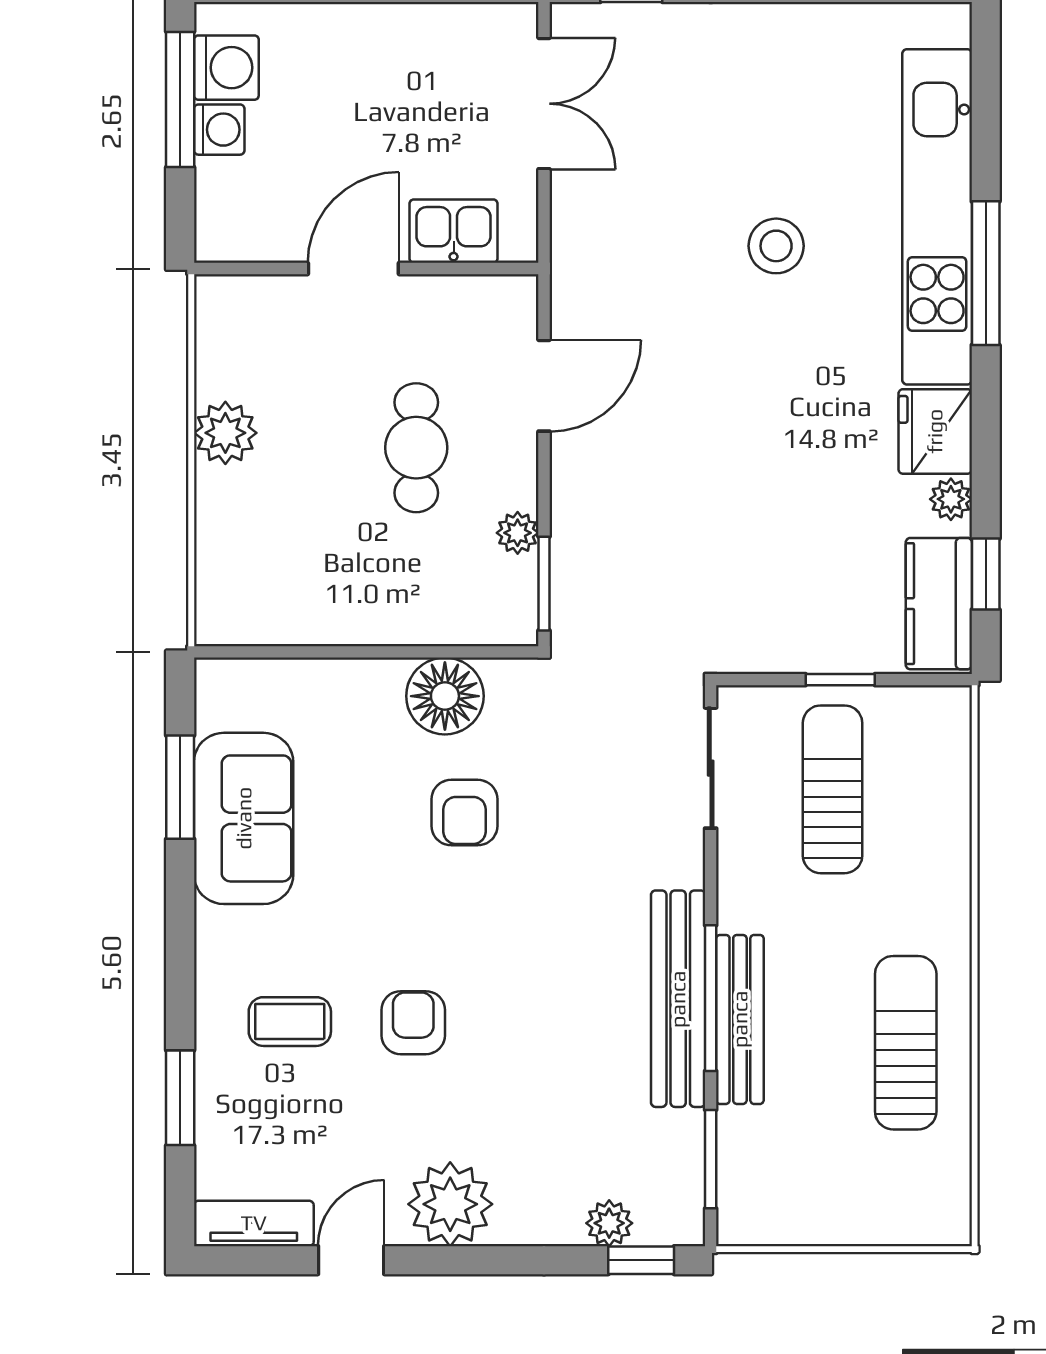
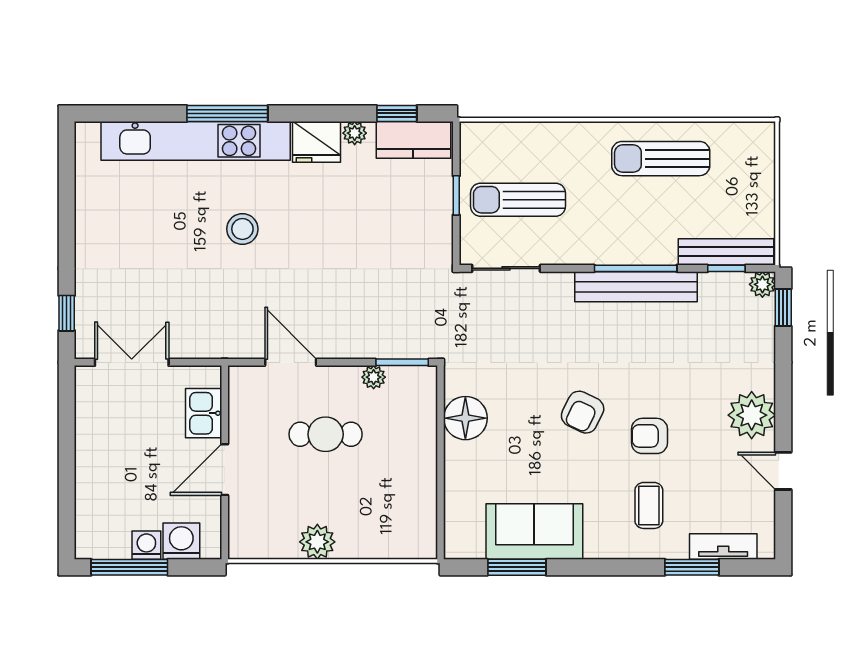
washing machine: (226, 68) -> (181, 541), moved
stool: (776, 246) -> (242, 229), moved
door: (353, 269) -> (225, 470), hinge flipped
armchair: (464, 813) -> (583, 412), moved, turned 116
bench: (740, 1019) -> (726, 252), moved
window: (711, 1159) -> (726, 268), width x0.67
tv unit: (254, 1223) -> (723, 547), moved, turned 90
plant: (609, 1223) -> (762, 284), moved

